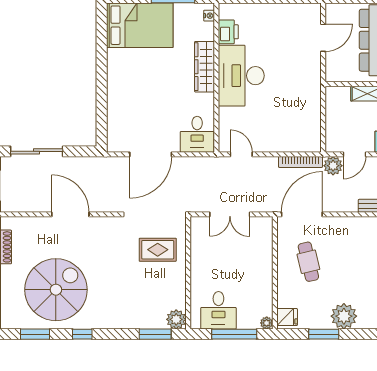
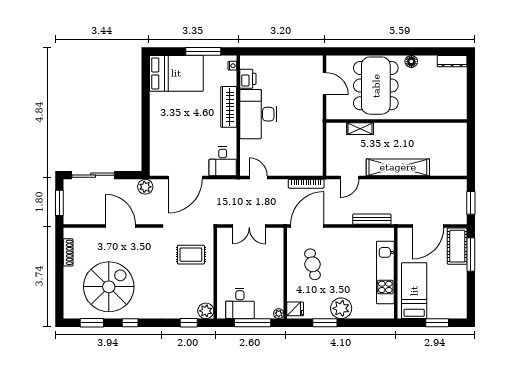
door: (323, 38) -> (324, 84), hinge flipped
plant: (333, 166) -> (145, 187), moved
window: (155, 334) -> (189, 323), width x0.67

